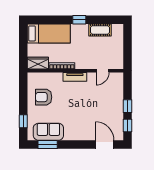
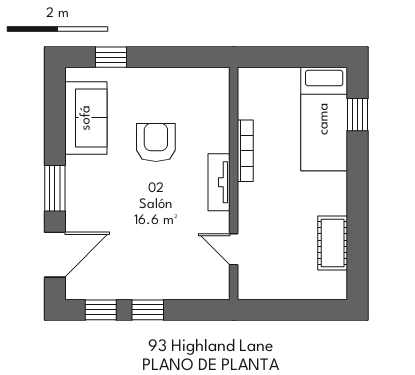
window: (79, 20) -> (358, 115), moved
wardrobe: (38, 63) -> (252, 92), removed
armchair: (44, 97) -> (156, 143), moved
window: (48, 144) -> (55, 188), moved

